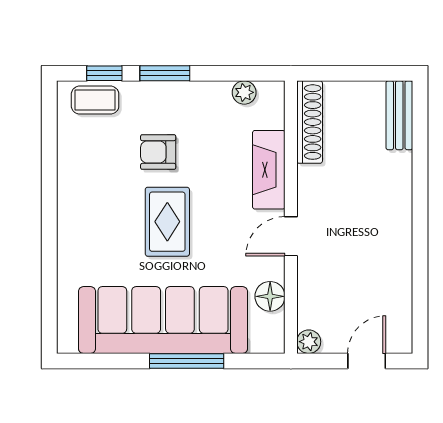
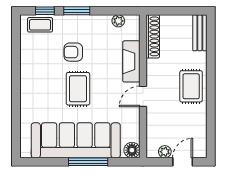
rug: (383, 217) -> (191, 86), added
floor lamp: (270, 296) -> (132, 150), moved
plant: (309, 342) -> (165, 152), moved

